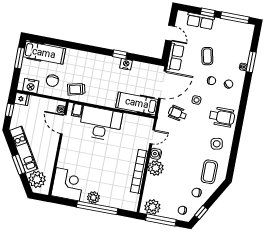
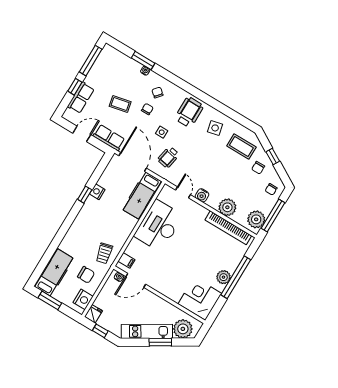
desk: (101, 124) -> (159, 226), moved
plant: (156, 168) -> (227, 207), moved
bookcase: (139, 171) -> (228, 228), moved
window: (201, 212) -> (273, 156), moved

